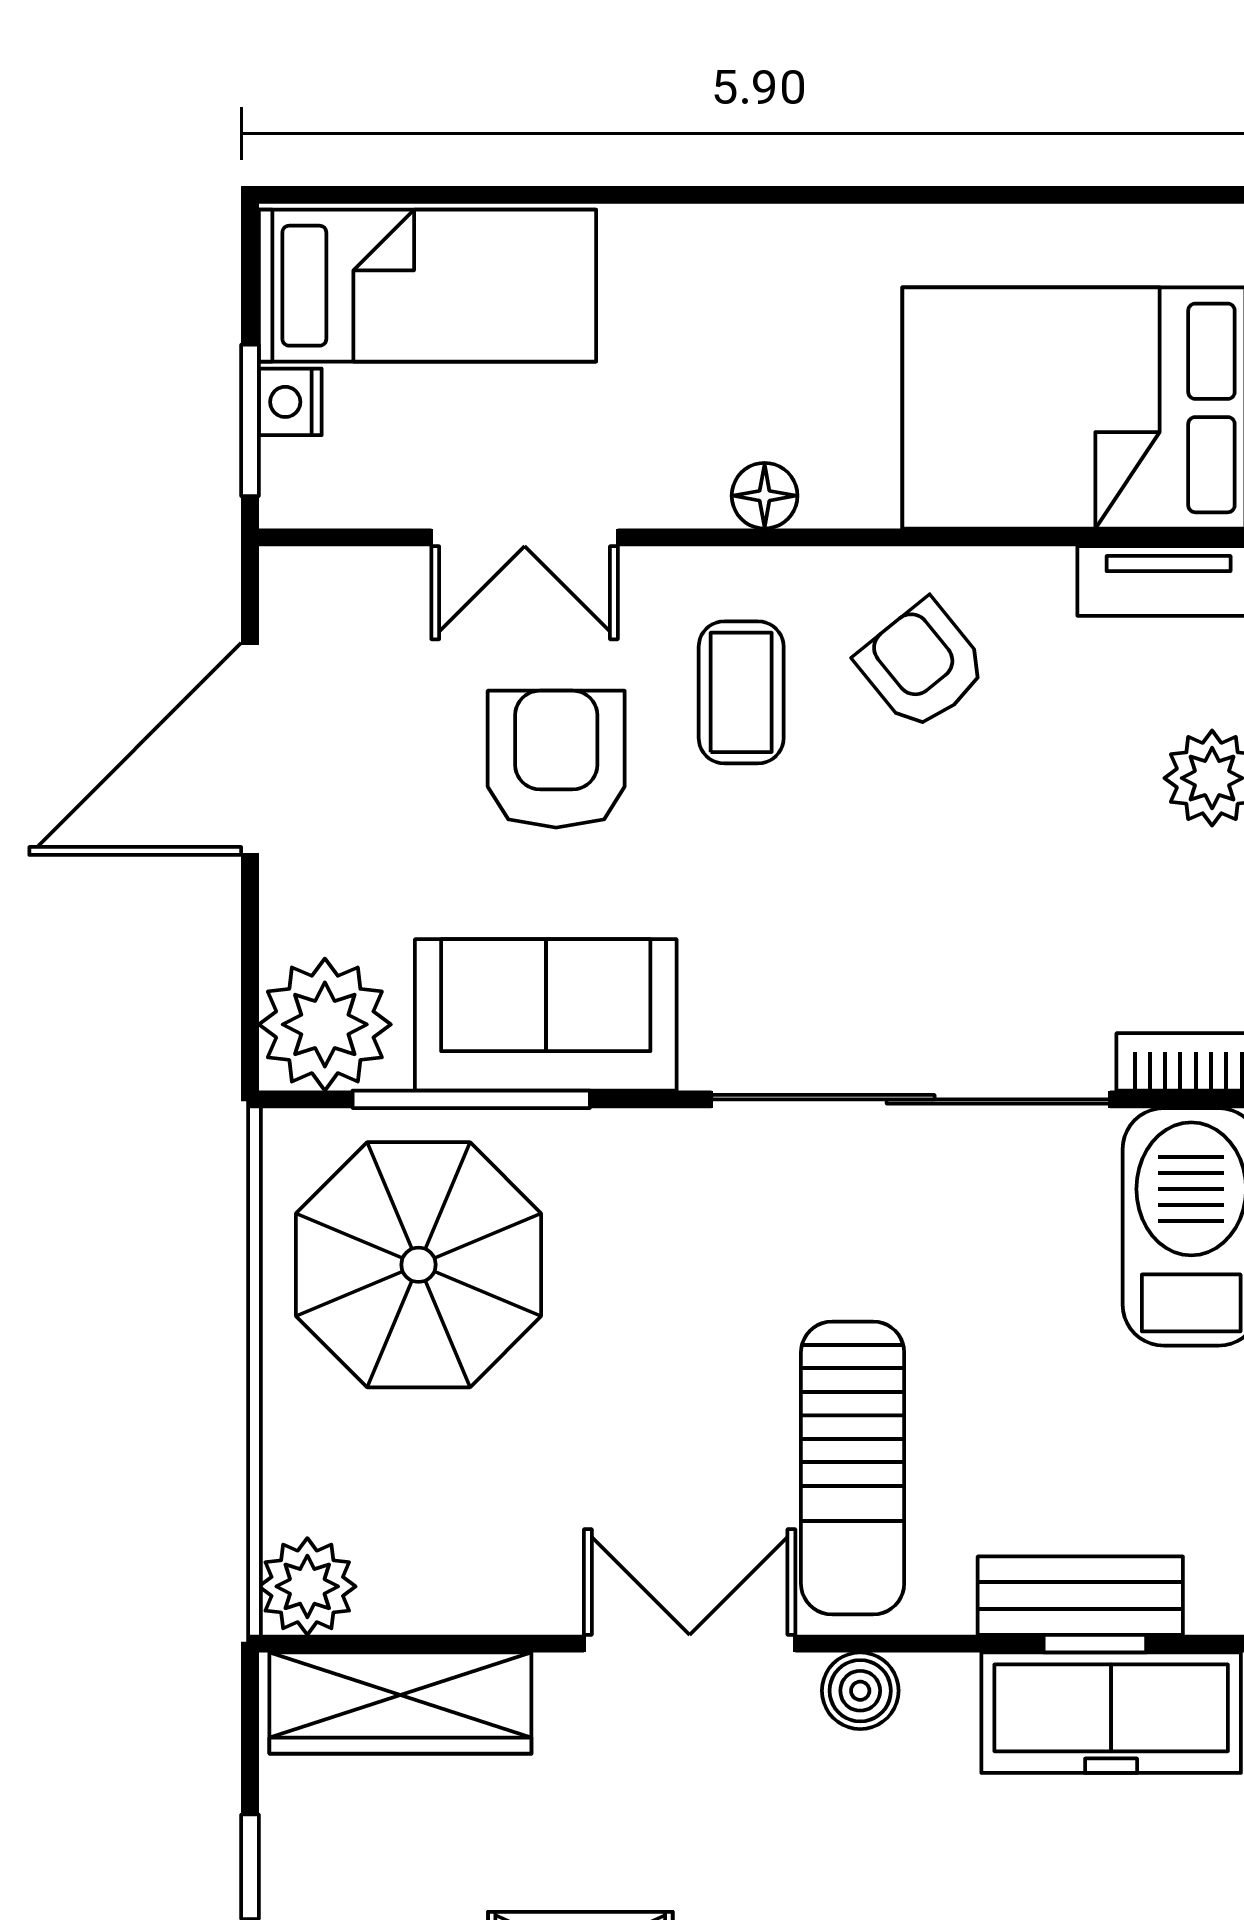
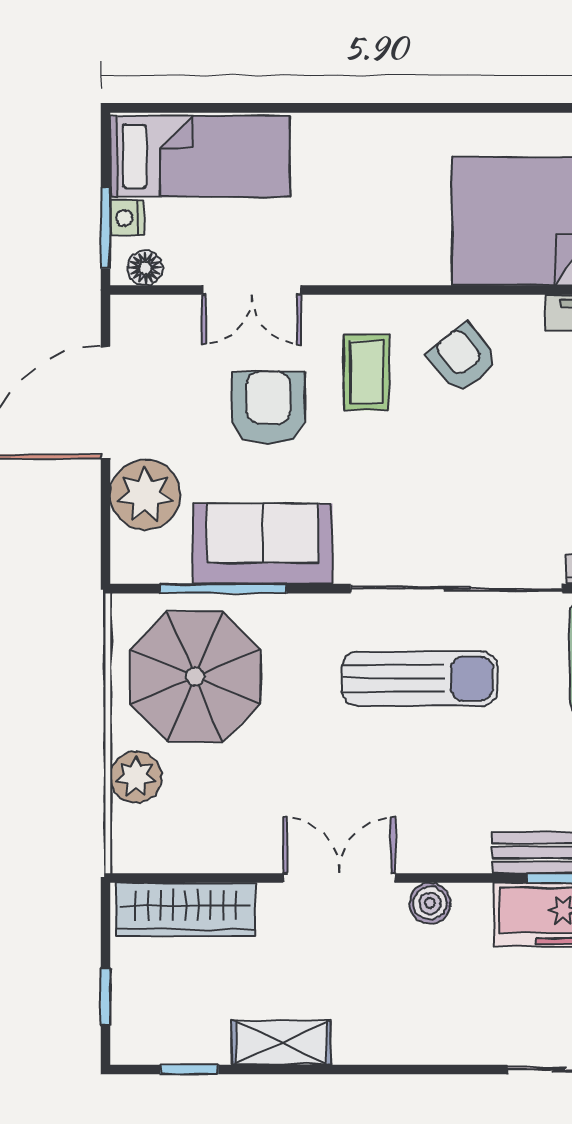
floor lamp: (765, 496) -> (145, 268), moved
plant: (325, 1024) -> (145, 495), moved
sun lounger: (853, 1468) -> (420, 679), moved, turned -90
plant: (307, 1586) -> (136, 777), moved

